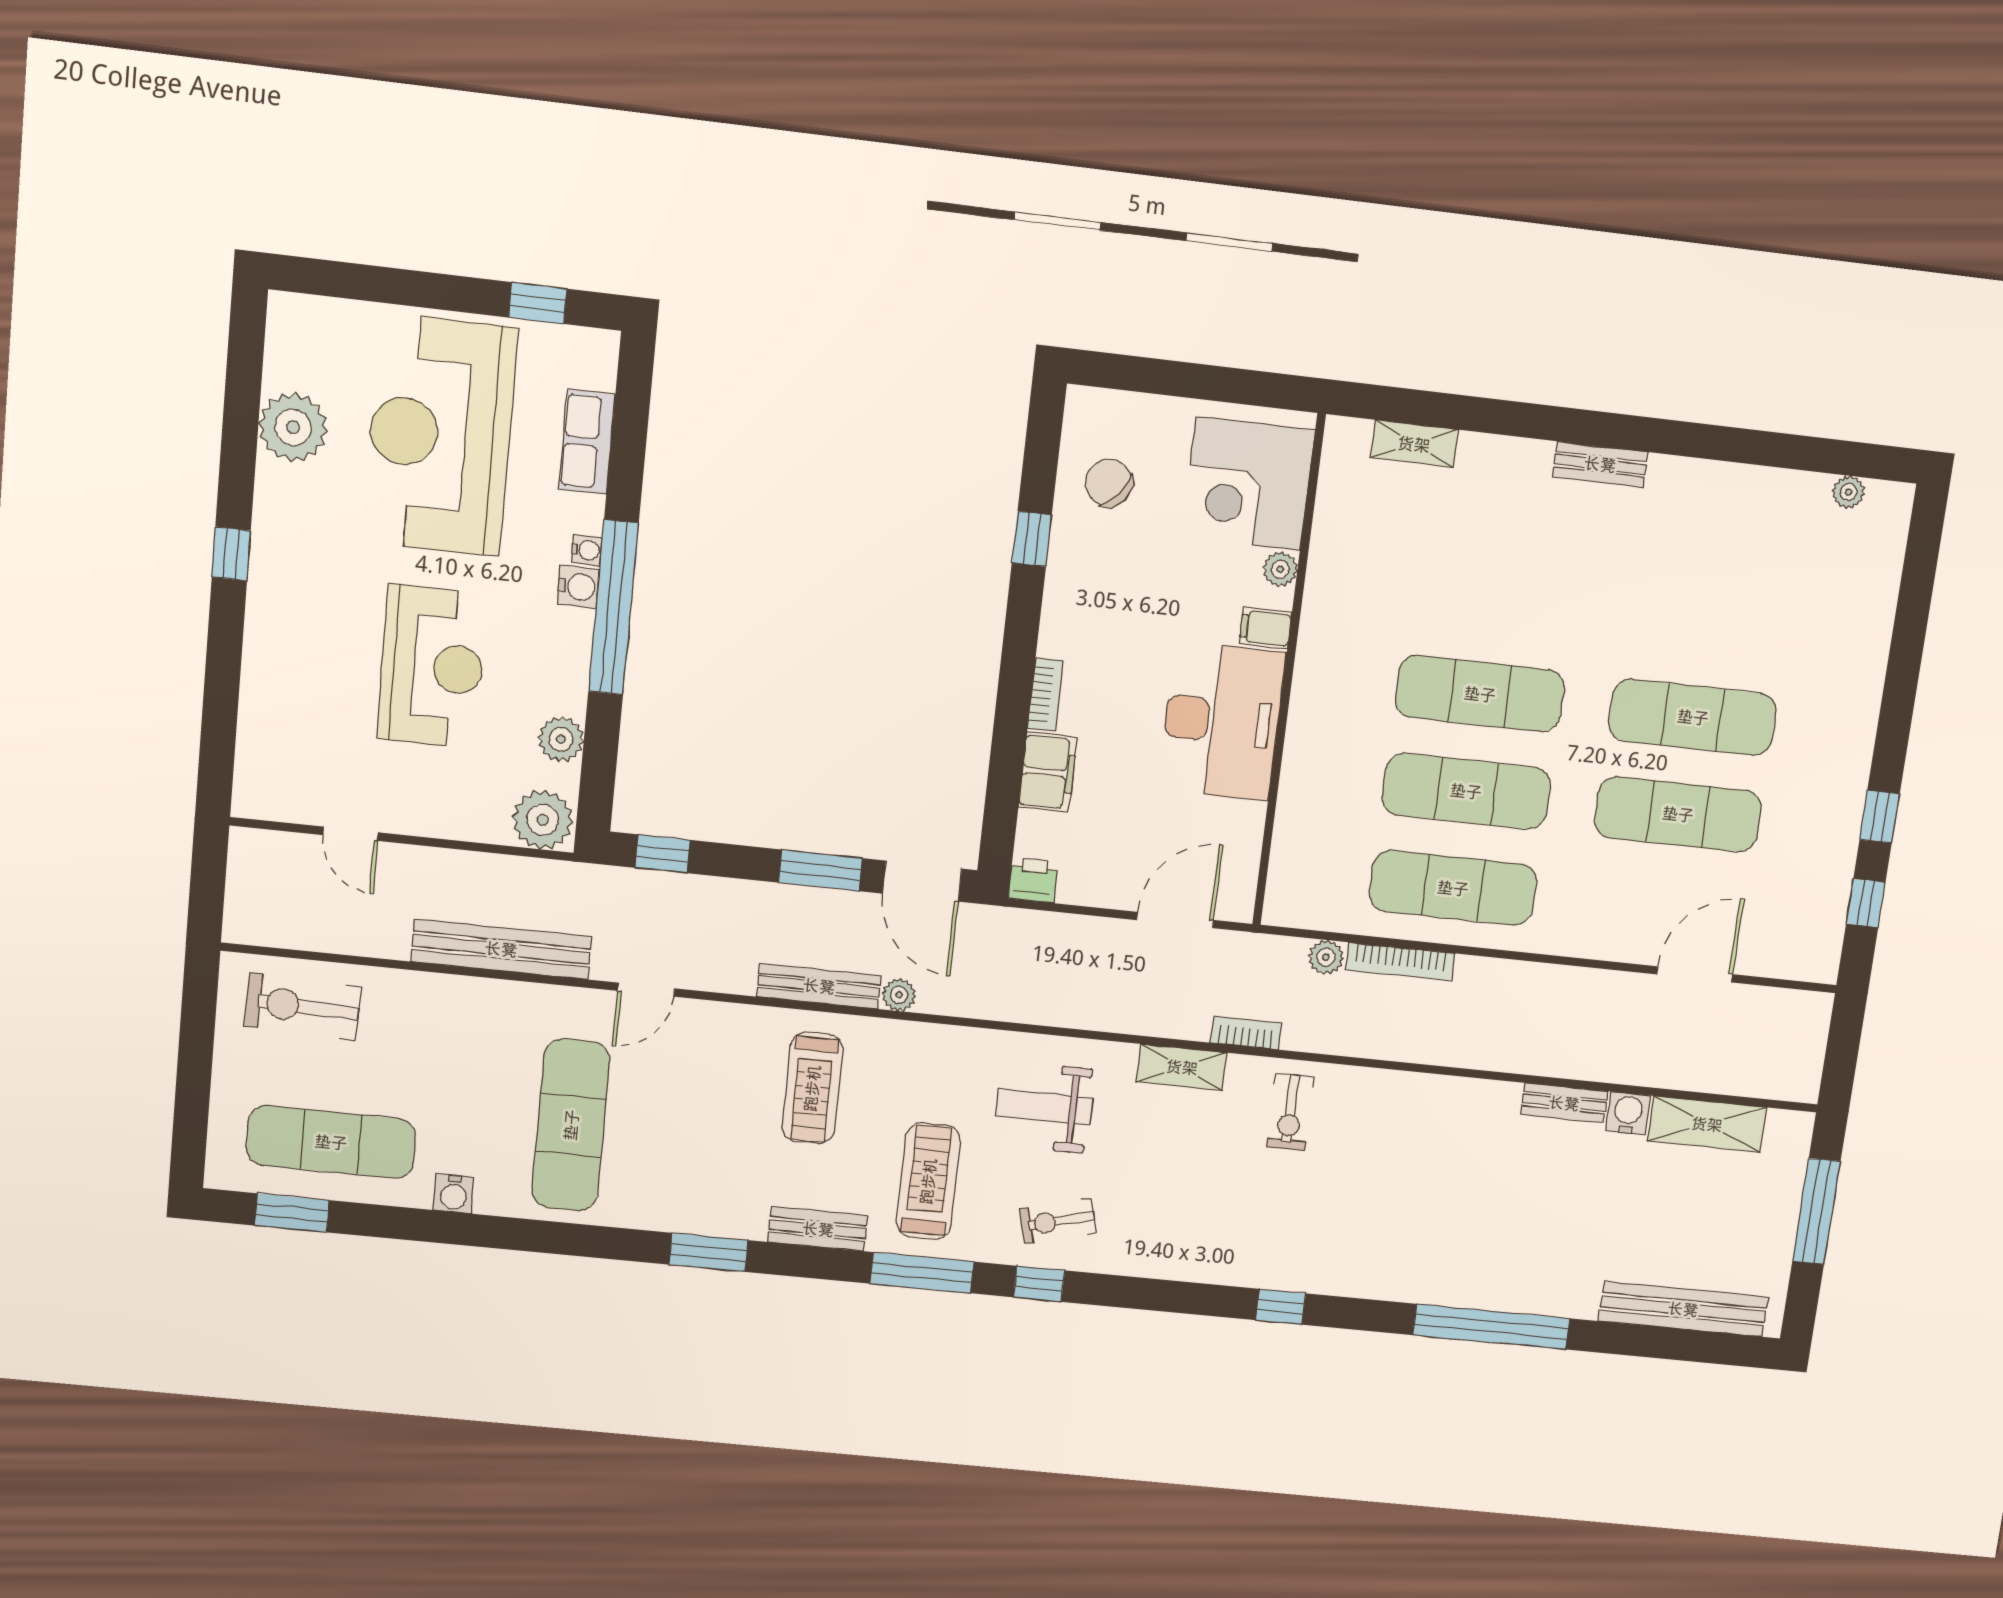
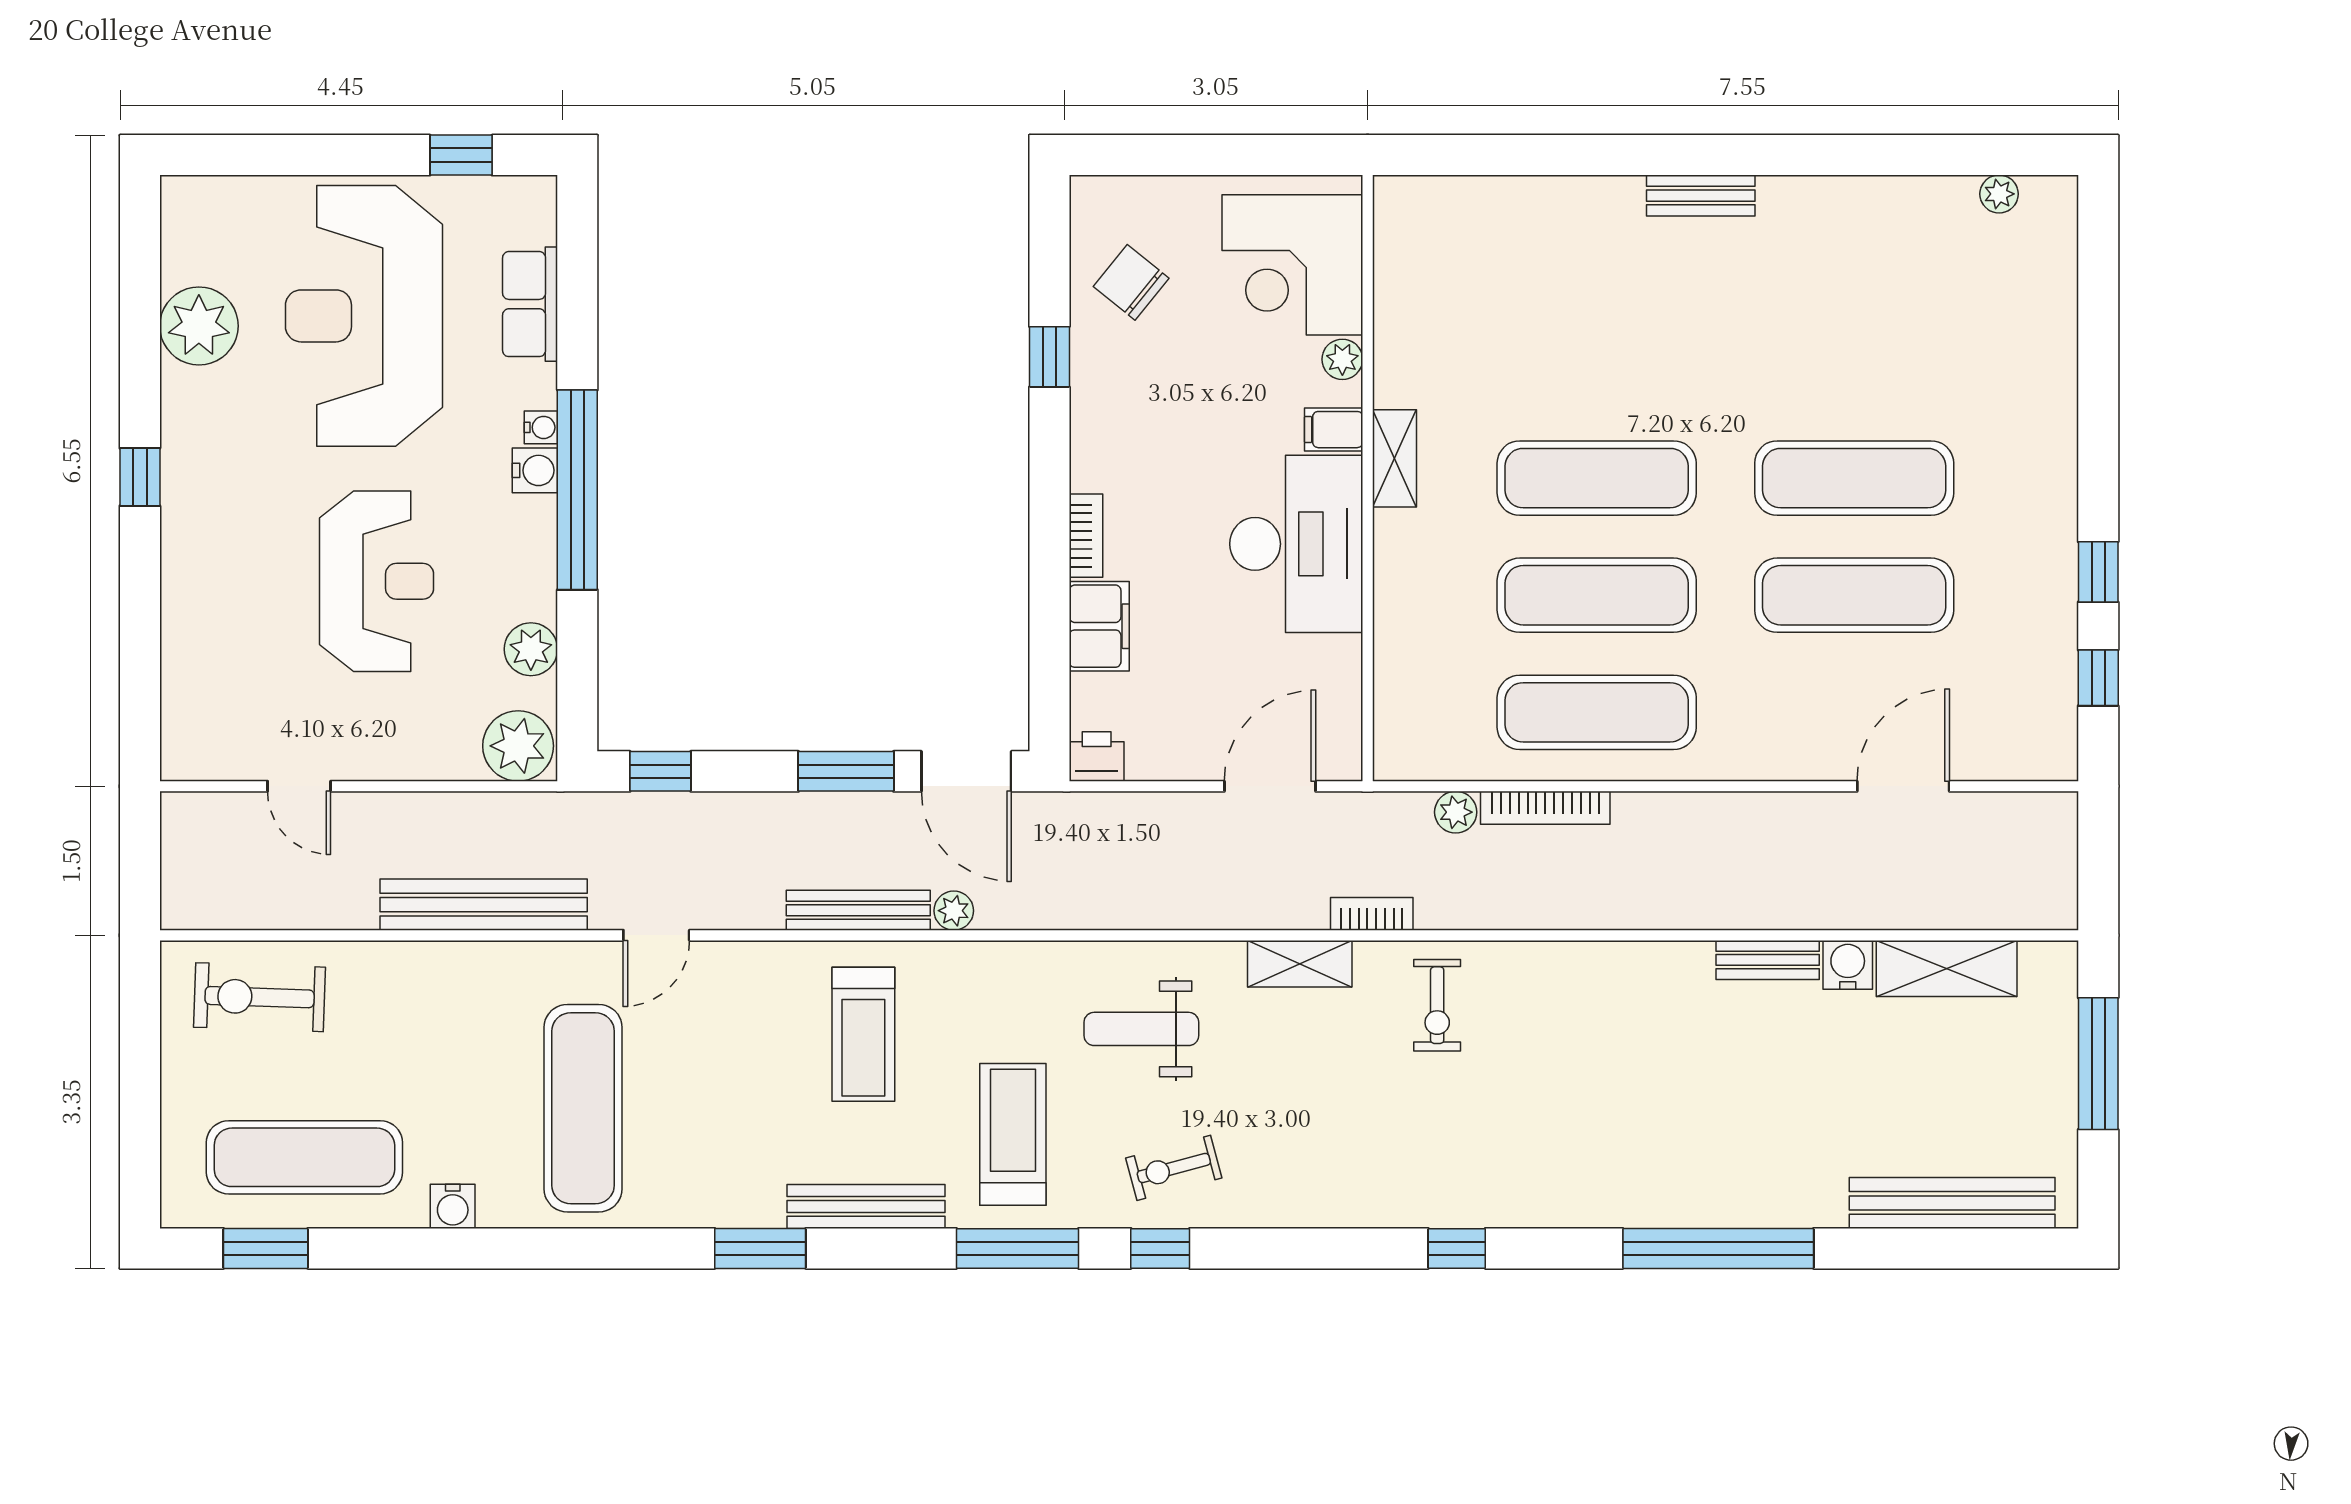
shelving: (1414, 444) -> (1394, 458), moved, turned 90
bench: (818, 1229) -> (866, 1206), width x1.36

